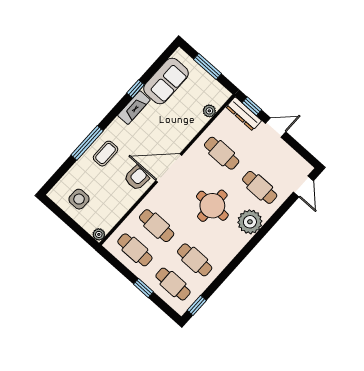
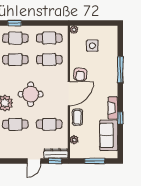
coffee table: (106, 154) -> (77, 117), moved
side table: (79, 199) -> (92, 46), moved
window: (143, 288) -> (15, 23), moved

